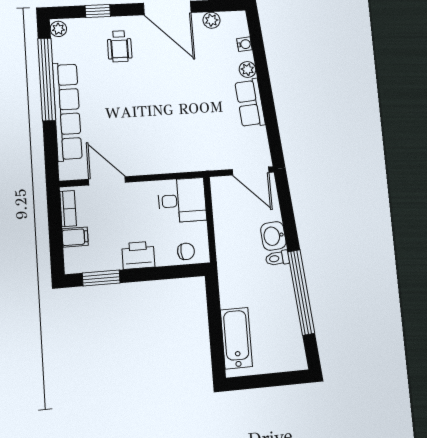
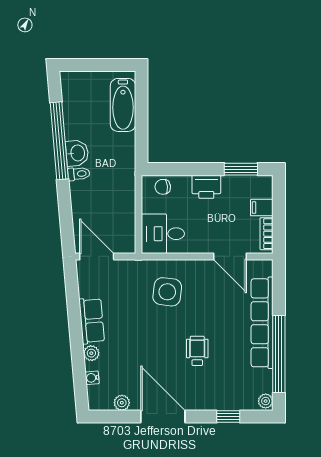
wheelchair: (119, 46) -> (197, 351), moved
side table: (173, 138) -> (167, 292), added
washbasin: (273, 236) -> (77, 153), moved

